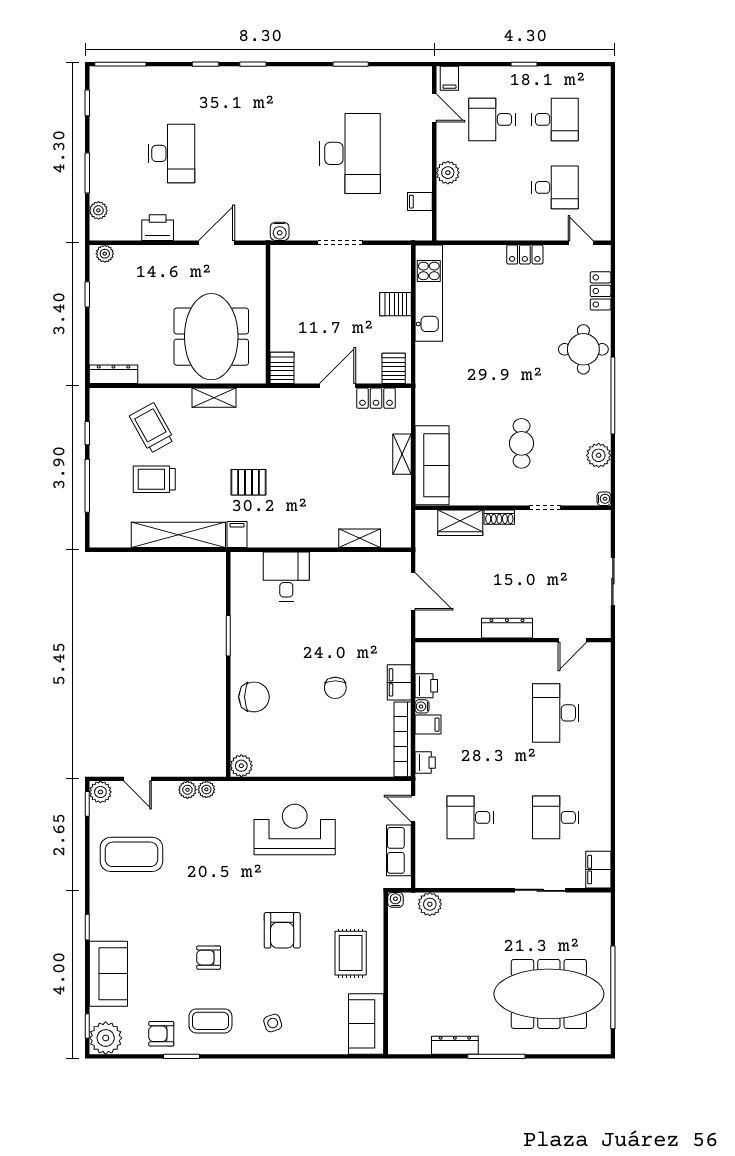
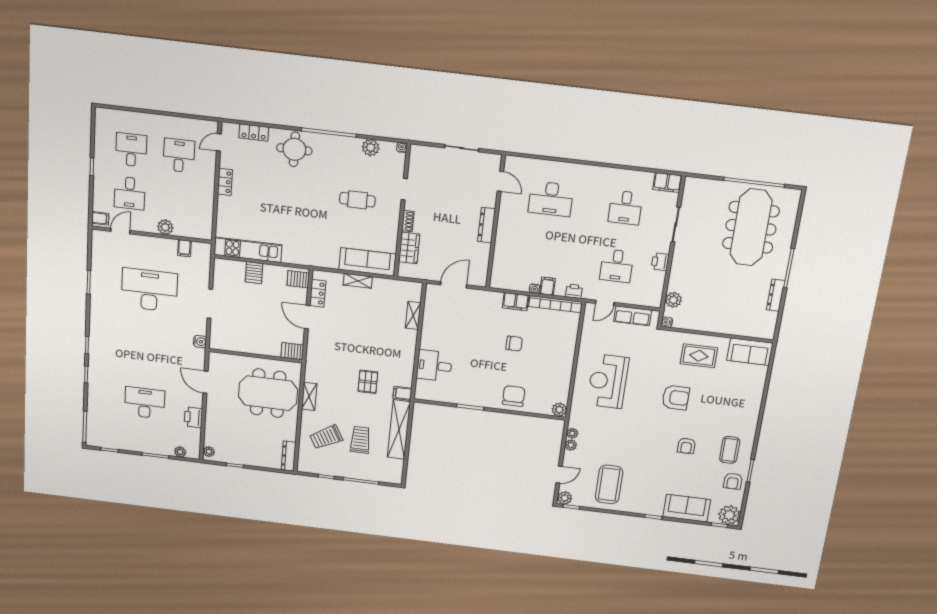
trolley: (154, 479) -> (360, 440), turned 180
printer: (426, 686) -> (660, 262), moved, turned -90
side table: (273, 1023) -> (738, 411), removed

